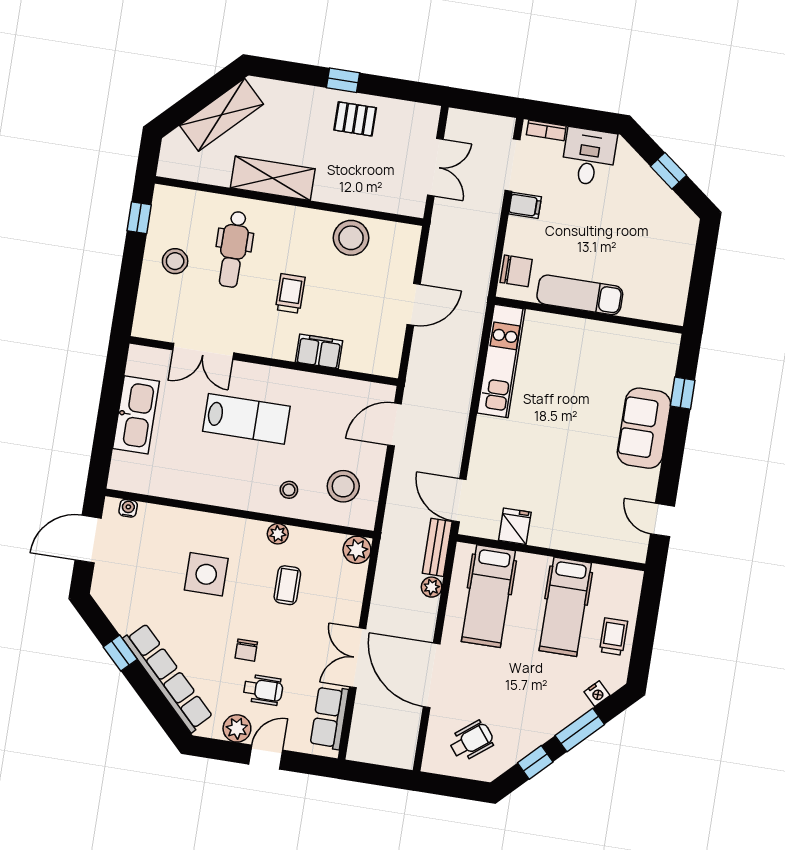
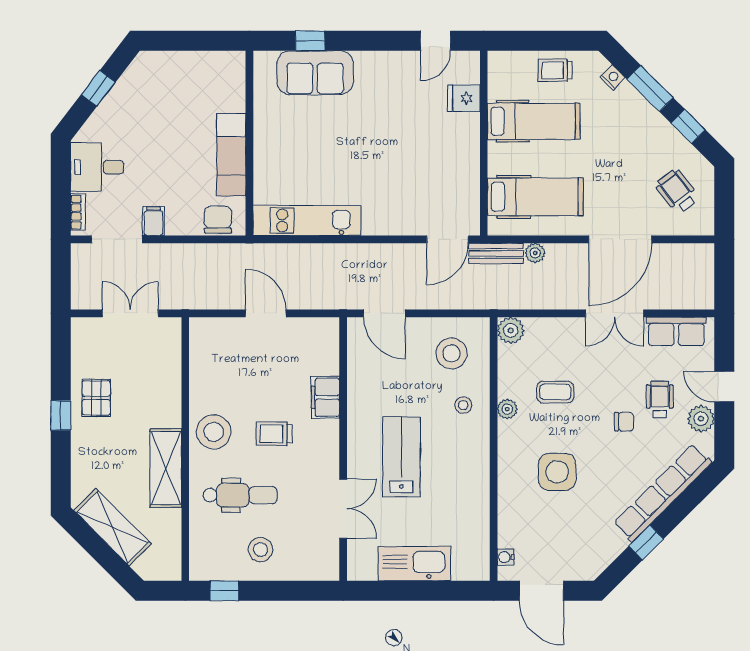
stool: (351, 238) -> (214, 432), moved
sofa: (644, 428) -> (315, 73), moved
fridge: (515, 526) -> (464, 98), moved

